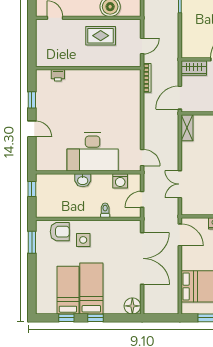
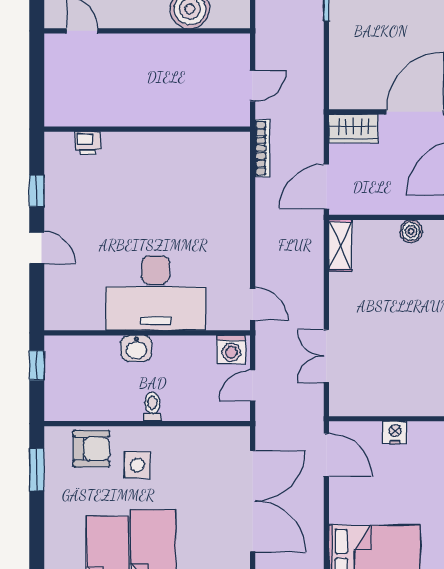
rug: (101, 36) -> (171, 66), removed
washing machine: (120, 181) -> (231, 349), moved
toilet: (105, 210) -> (152, 407), moved

